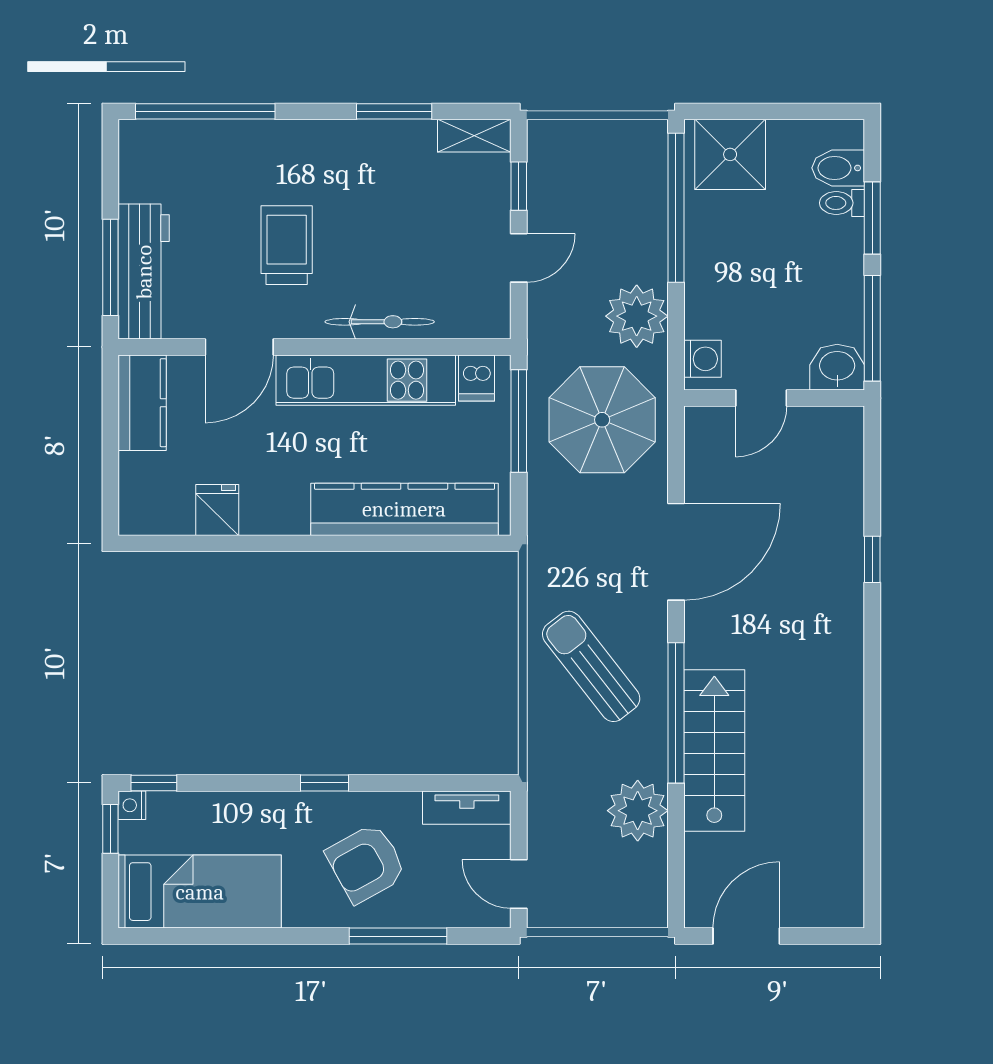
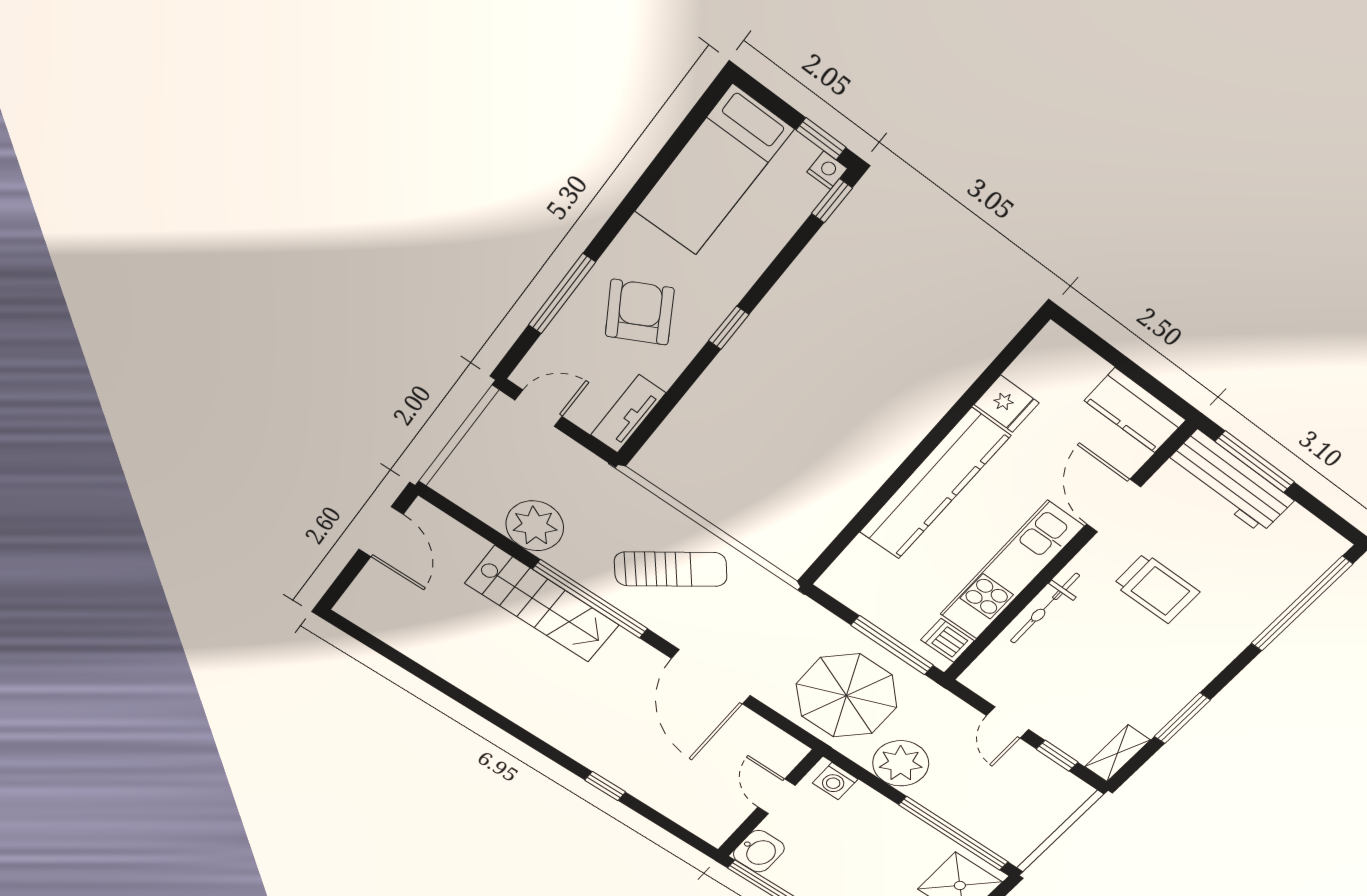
kitchen counter: (404, 509) -> (934, 484), moved

